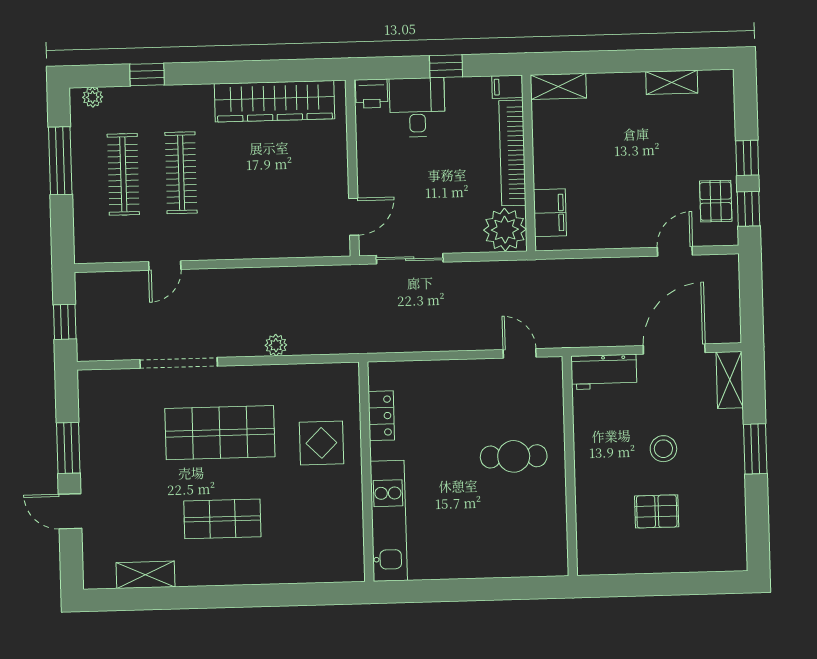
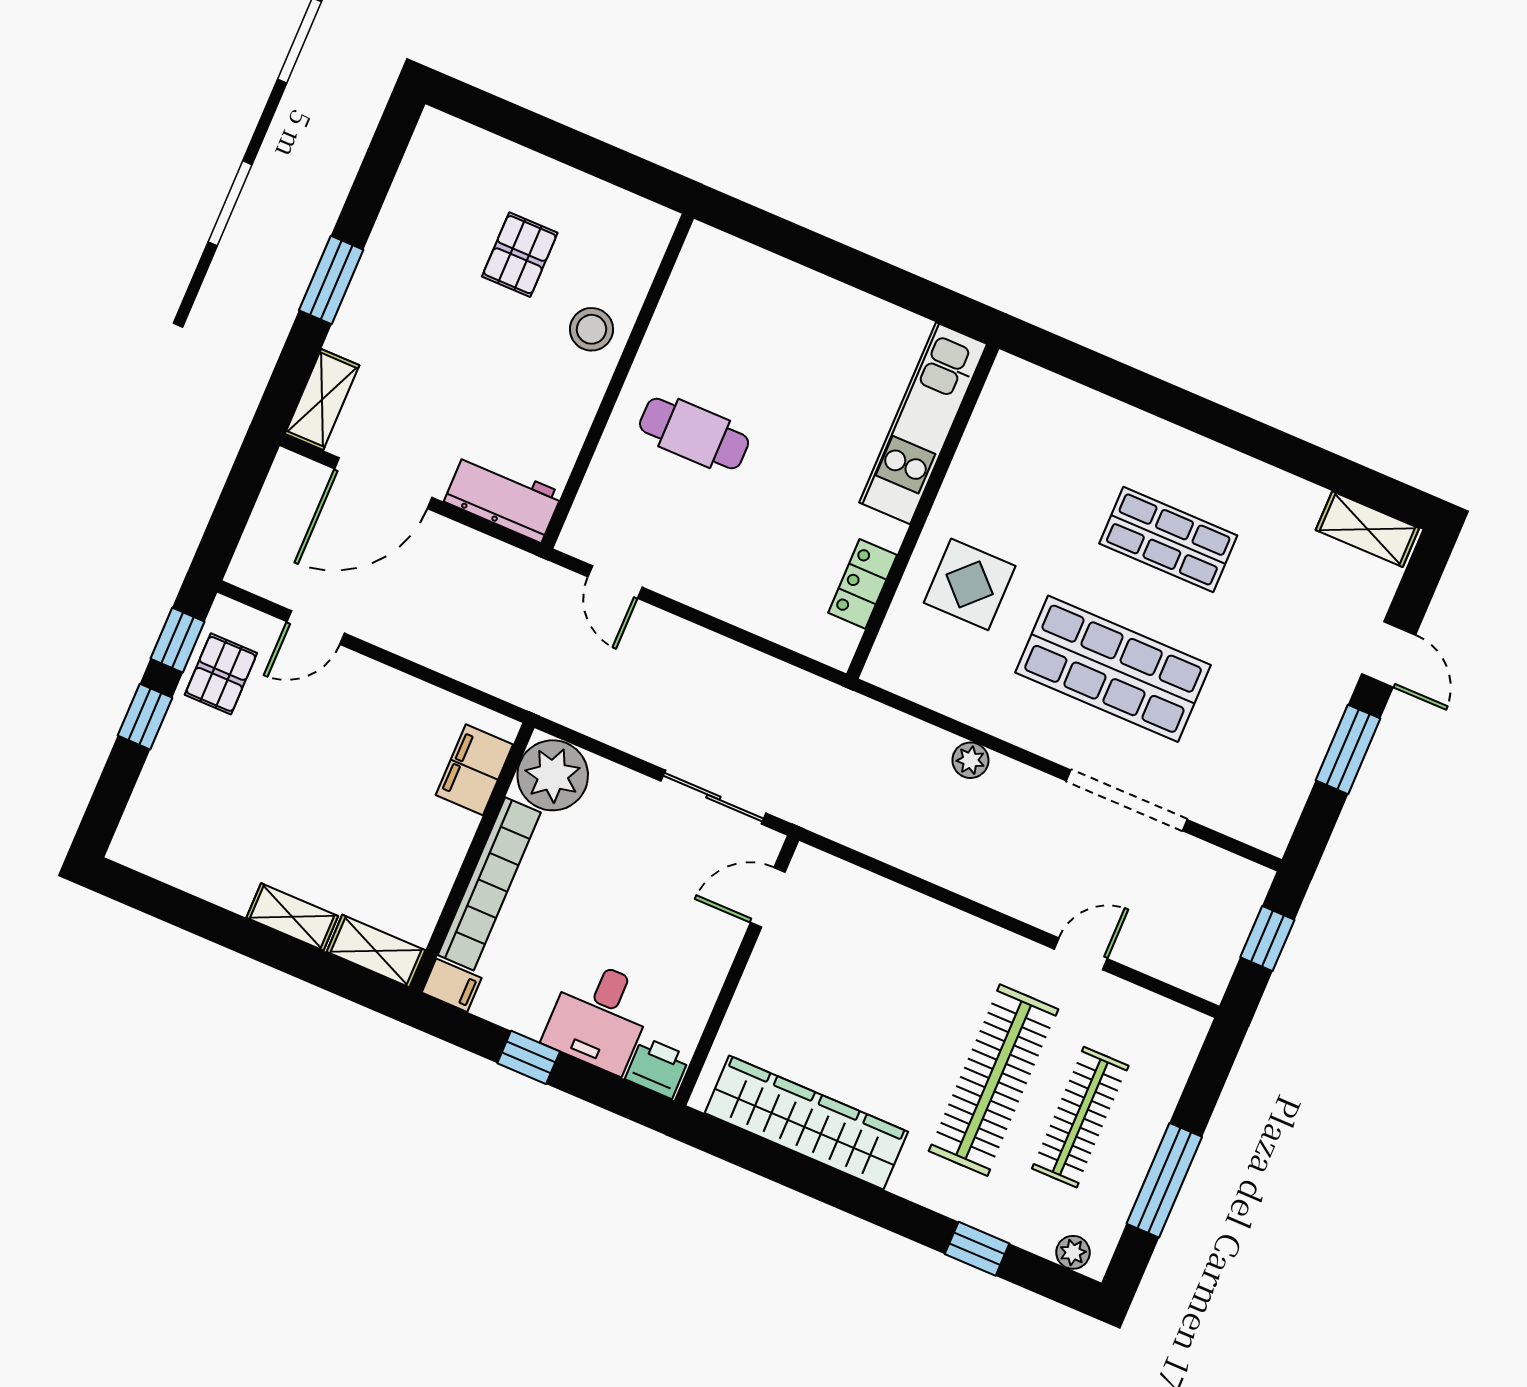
shelving: (672, 82) -> (292, 917), moved
clothes rail: (181, 173) -> (994, 1080), width x1.37, depth x1.31
stool: (663, 449) -> (592, 329), moved
pallet: (657, 511) -> (520, 255), turned 90
shelving: (146, 575) -> (1367, 529), moved

